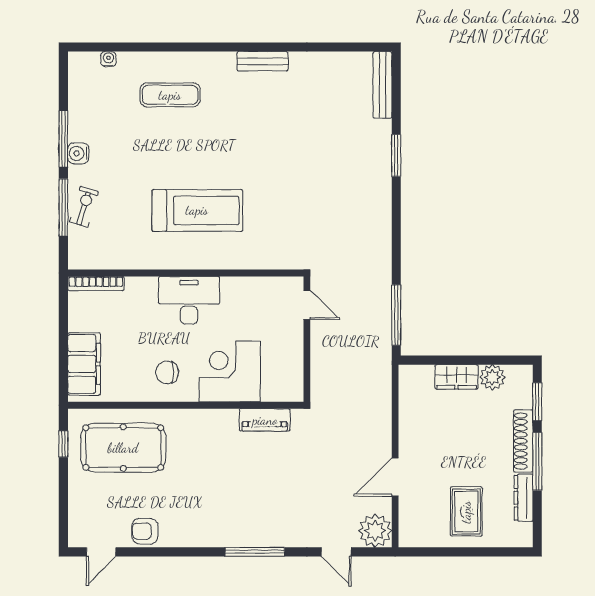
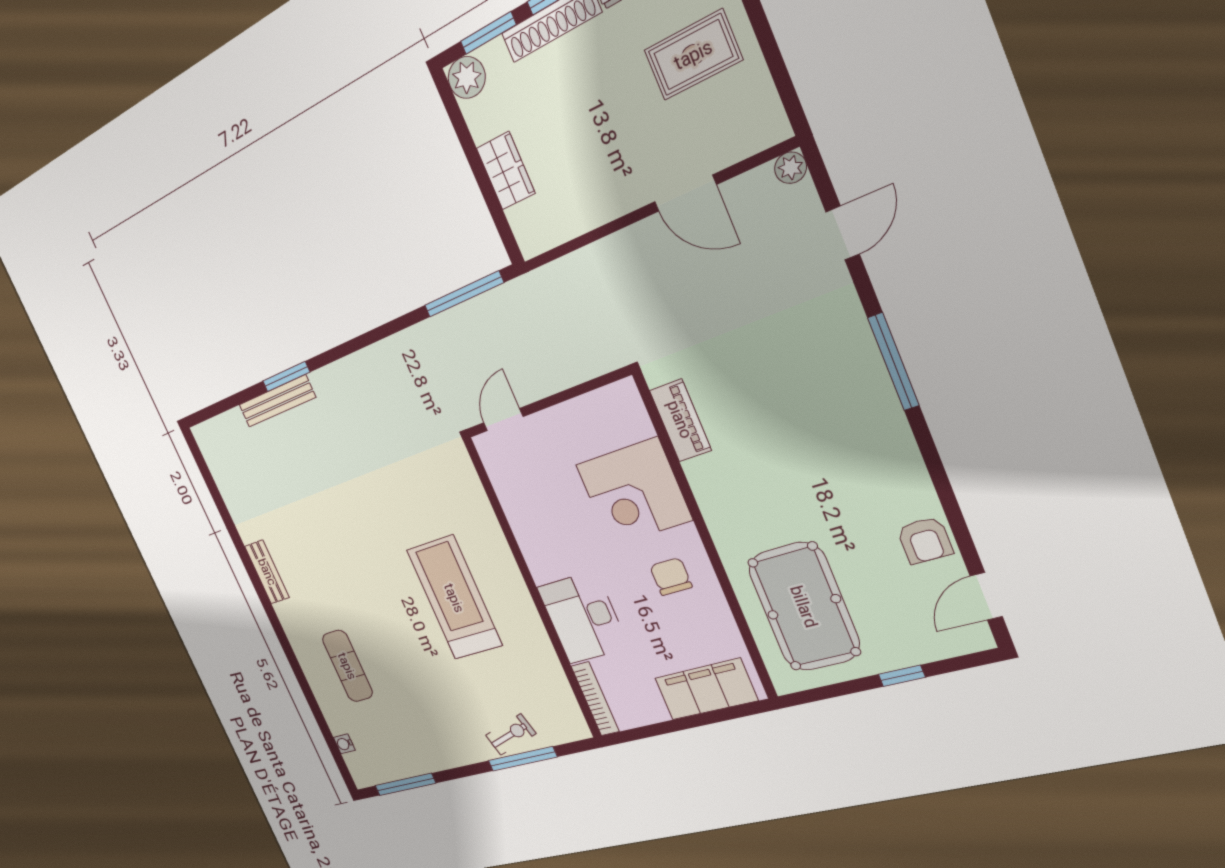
bench: (382, 85) -> (277, 401), moved
window: (63, 139) -> (405, 784), moved
water cooler: (78, 153) -> (455, 755), removed
exercise bike: (84, 207) -> (511, 734), turned 147
desk: (189, 300) -> (583, 618), moved
chair: (167, 372) -> (671, 577), turned 180
plant: (492, 377) -> (467, 77), moved
window: (63, 444) -> (902, 676), moved
plant: (375, 531) -> (791, 168), width x0.53, depth x0.53
door: (101, 552) -> (986, 596), swing flipped

